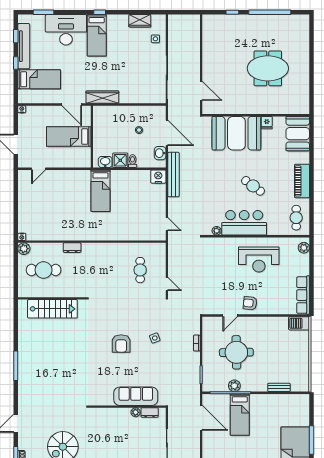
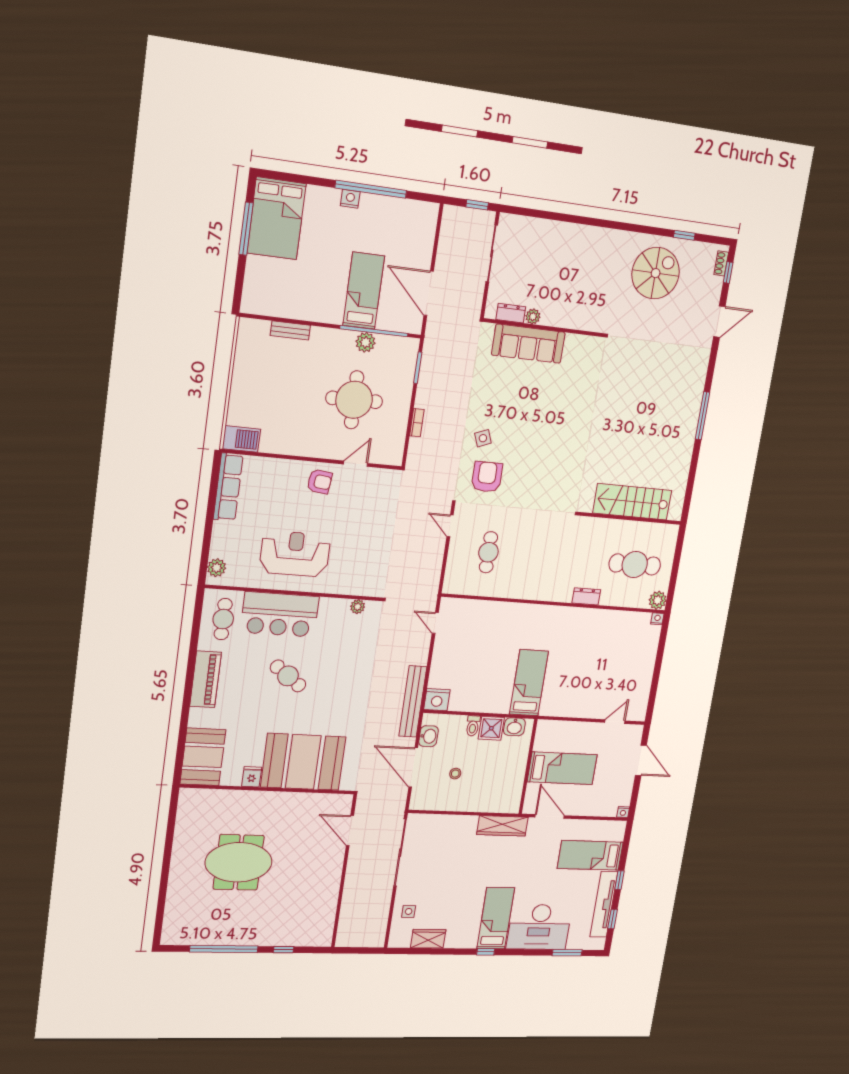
bar counter: (244, 223) -> (280, 614), moved
armchair: (121, 343) -> (487, 477), moved

